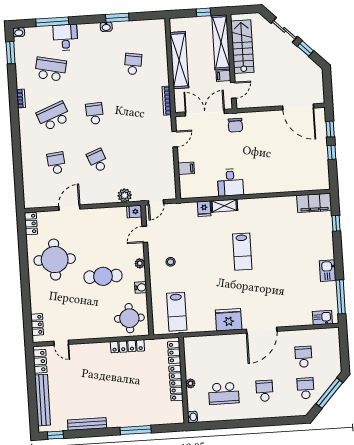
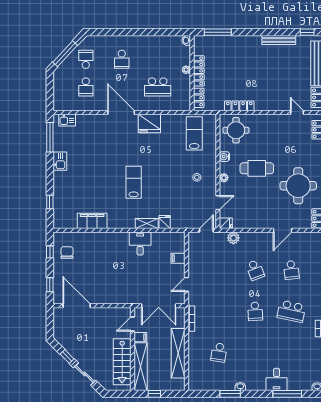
school desk: (50, 69) -> (291, 352), removed
school desk: (53, 116) -> (291, 311), turned 33
chair: (235, 125) -> (67, 253), moved
window: (332, 152) -> (50, 252), moved
filing cabinet: (314, 203) -> (92, 221), moved
door: (262, 330) -> (121, 113), hinge flipped
school desk: (305, 388) -> (86, 59), turned 180
school desk: (224, 393) -> (158, 87), moved, turned 180
window: (136, 430) -> (218, 32), moved

